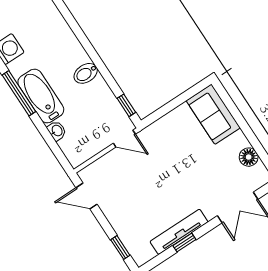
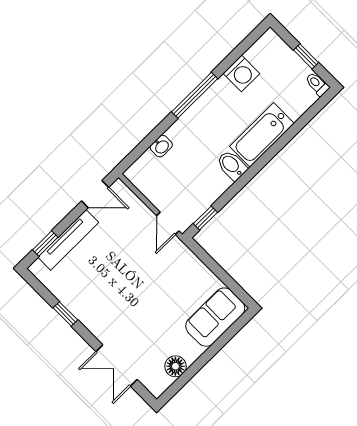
bathtub: (41, 96) -> (262, 135), moved, turned 180
door: (87, 196) -> (95, 194), swing flipped
tv unit: (179, 232) -> (68, 240), moved, turned 90

